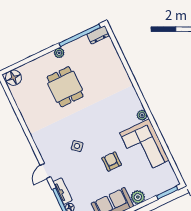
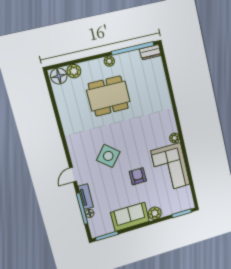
plant: (27, 70) -> (74, 71), added
dining table: (65, 87) -> (108, 96), width x1.37
side table: (77, 146) -> (108, 156), width x1.87, depth x1.87

